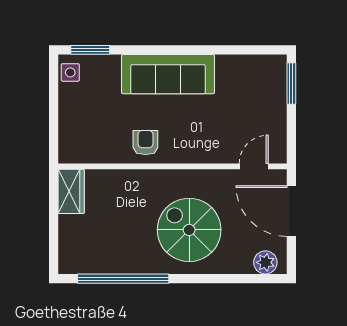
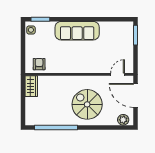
armchair: (145, 142) -> (39, 64), moved

